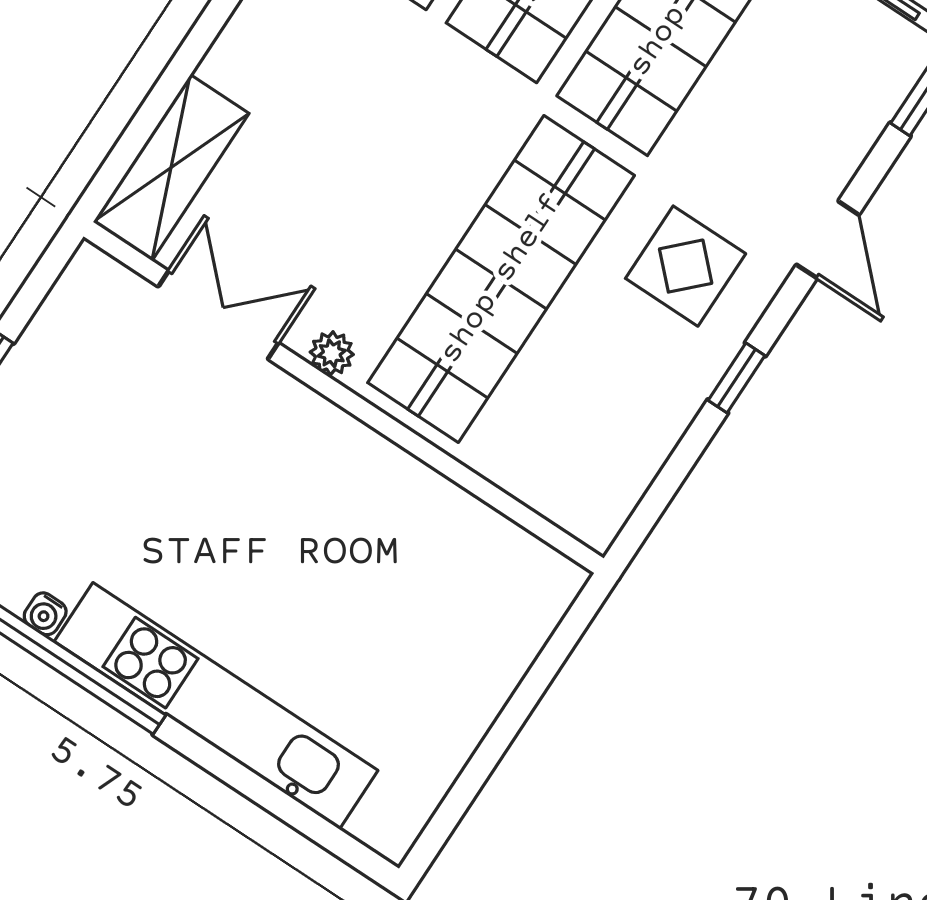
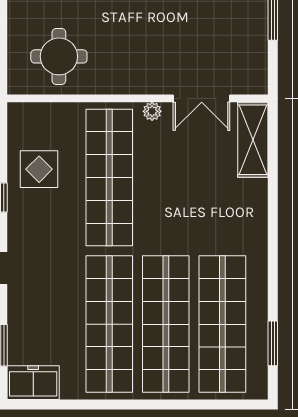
display table: (686, 266) -> (39, 169), moved
round table: (443, 581) -> (59, 56), added

